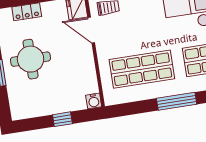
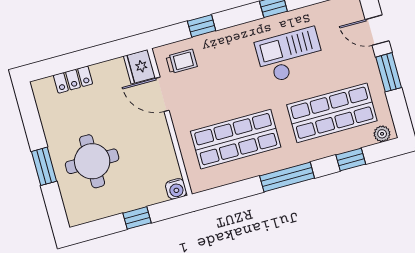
round table: (31, 59) -> (92, 161), moved

